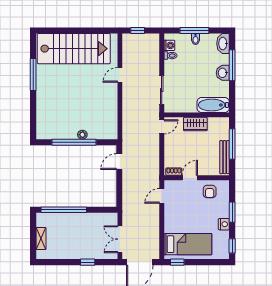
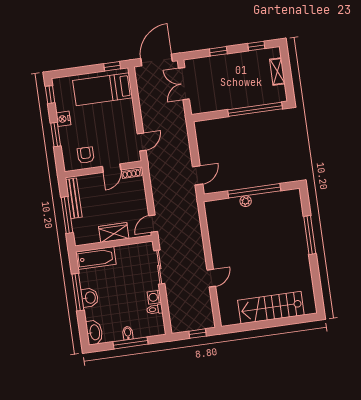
washing machine: (169, 45) -> (154, 297), moved
stairs: (74, 49) -> (271, 308), width x0.73, depth x0.66
window: (232, 65) -> (78, 292), moved
window: (33, 74) -> (310, 235), moved
double door: (120, 239) -> (184, 84), swing flipped
window: (55, 262) -> (256, 46), added

